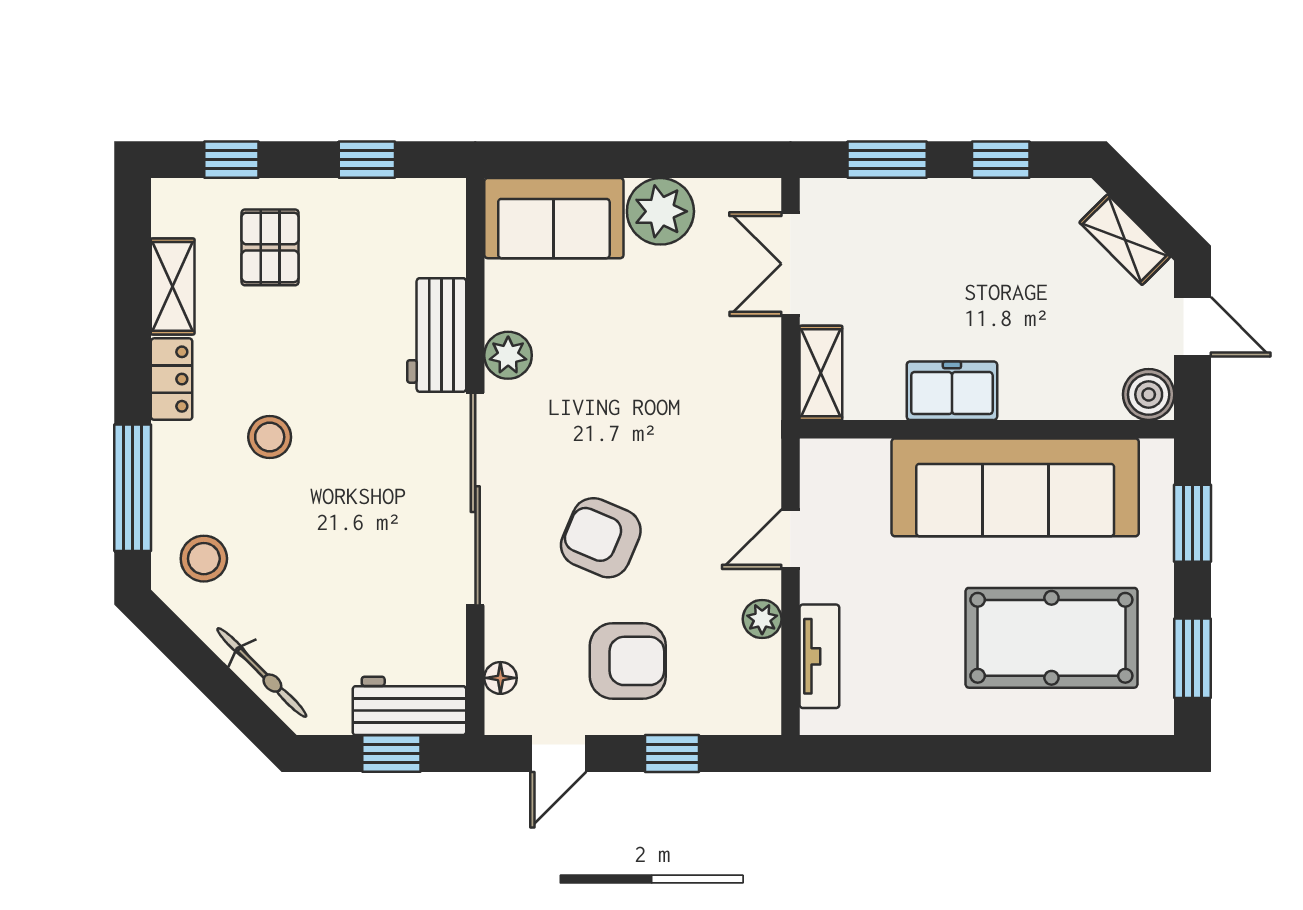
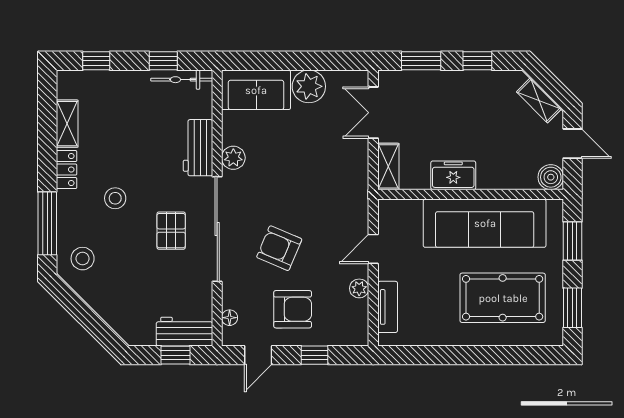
pallet: (270, 247) -> (171, 231), moved
bicycle: (262, 672) -> (182, 80), moved, turned 135

